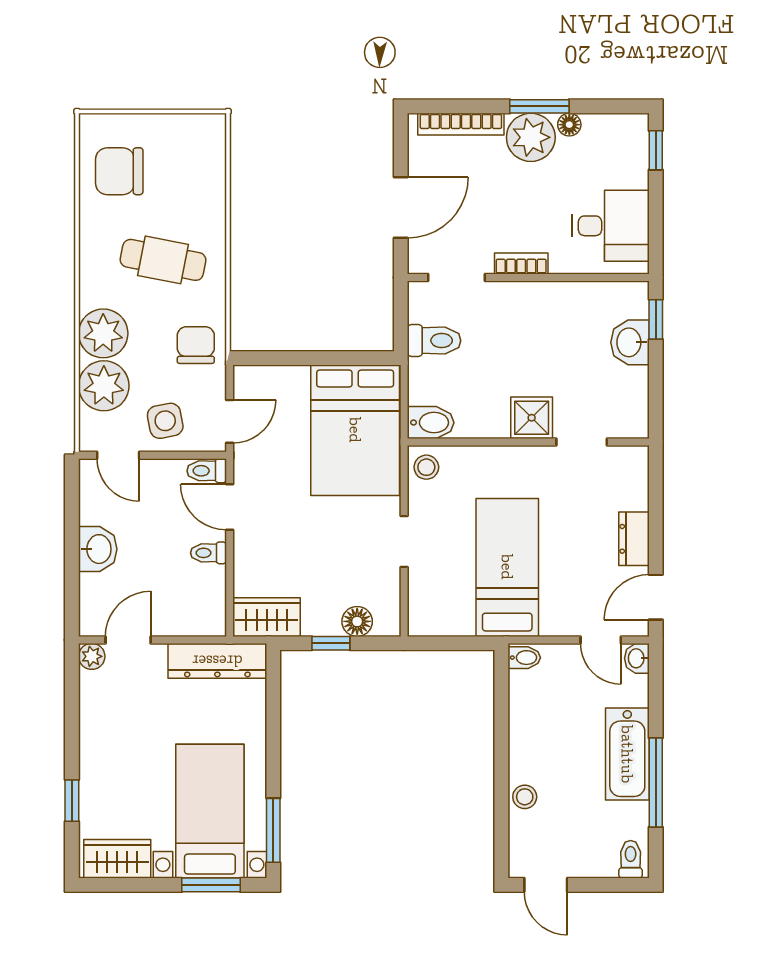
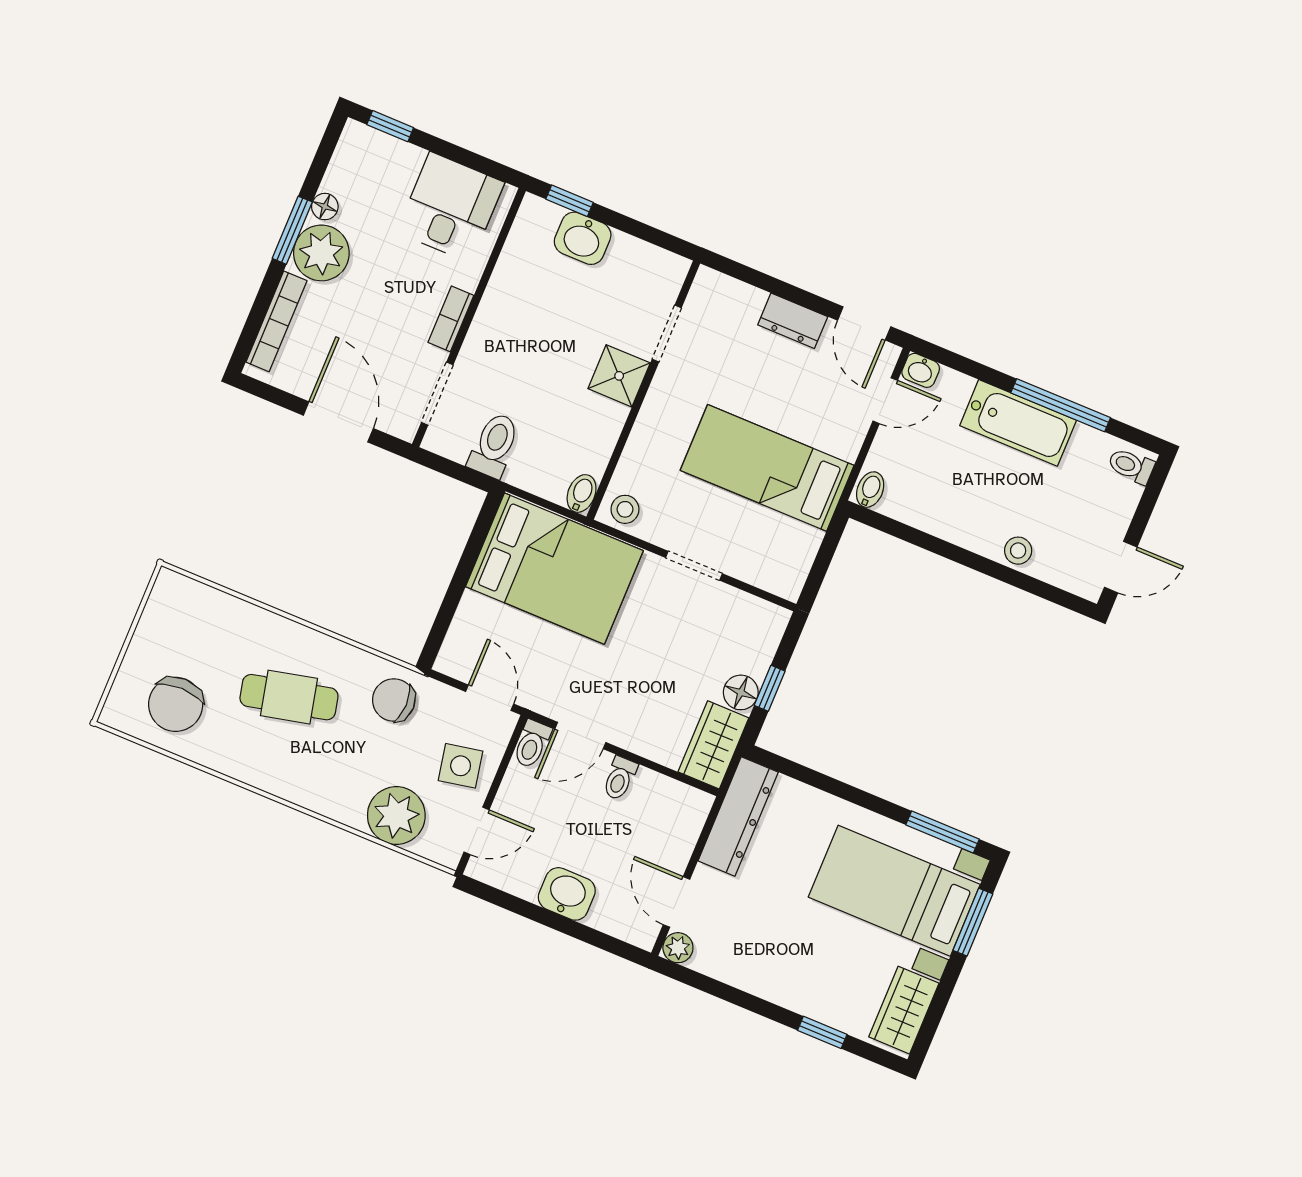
cafe table: (163, 260) -> (289, 697), turned 66
plant: (103, 333) -> (340, 793), removed
bidet: (431, 423) -> (582, 493), width x0.72, depth x0.74
floor lamp: (357, 621) -> (741, 692), moved

